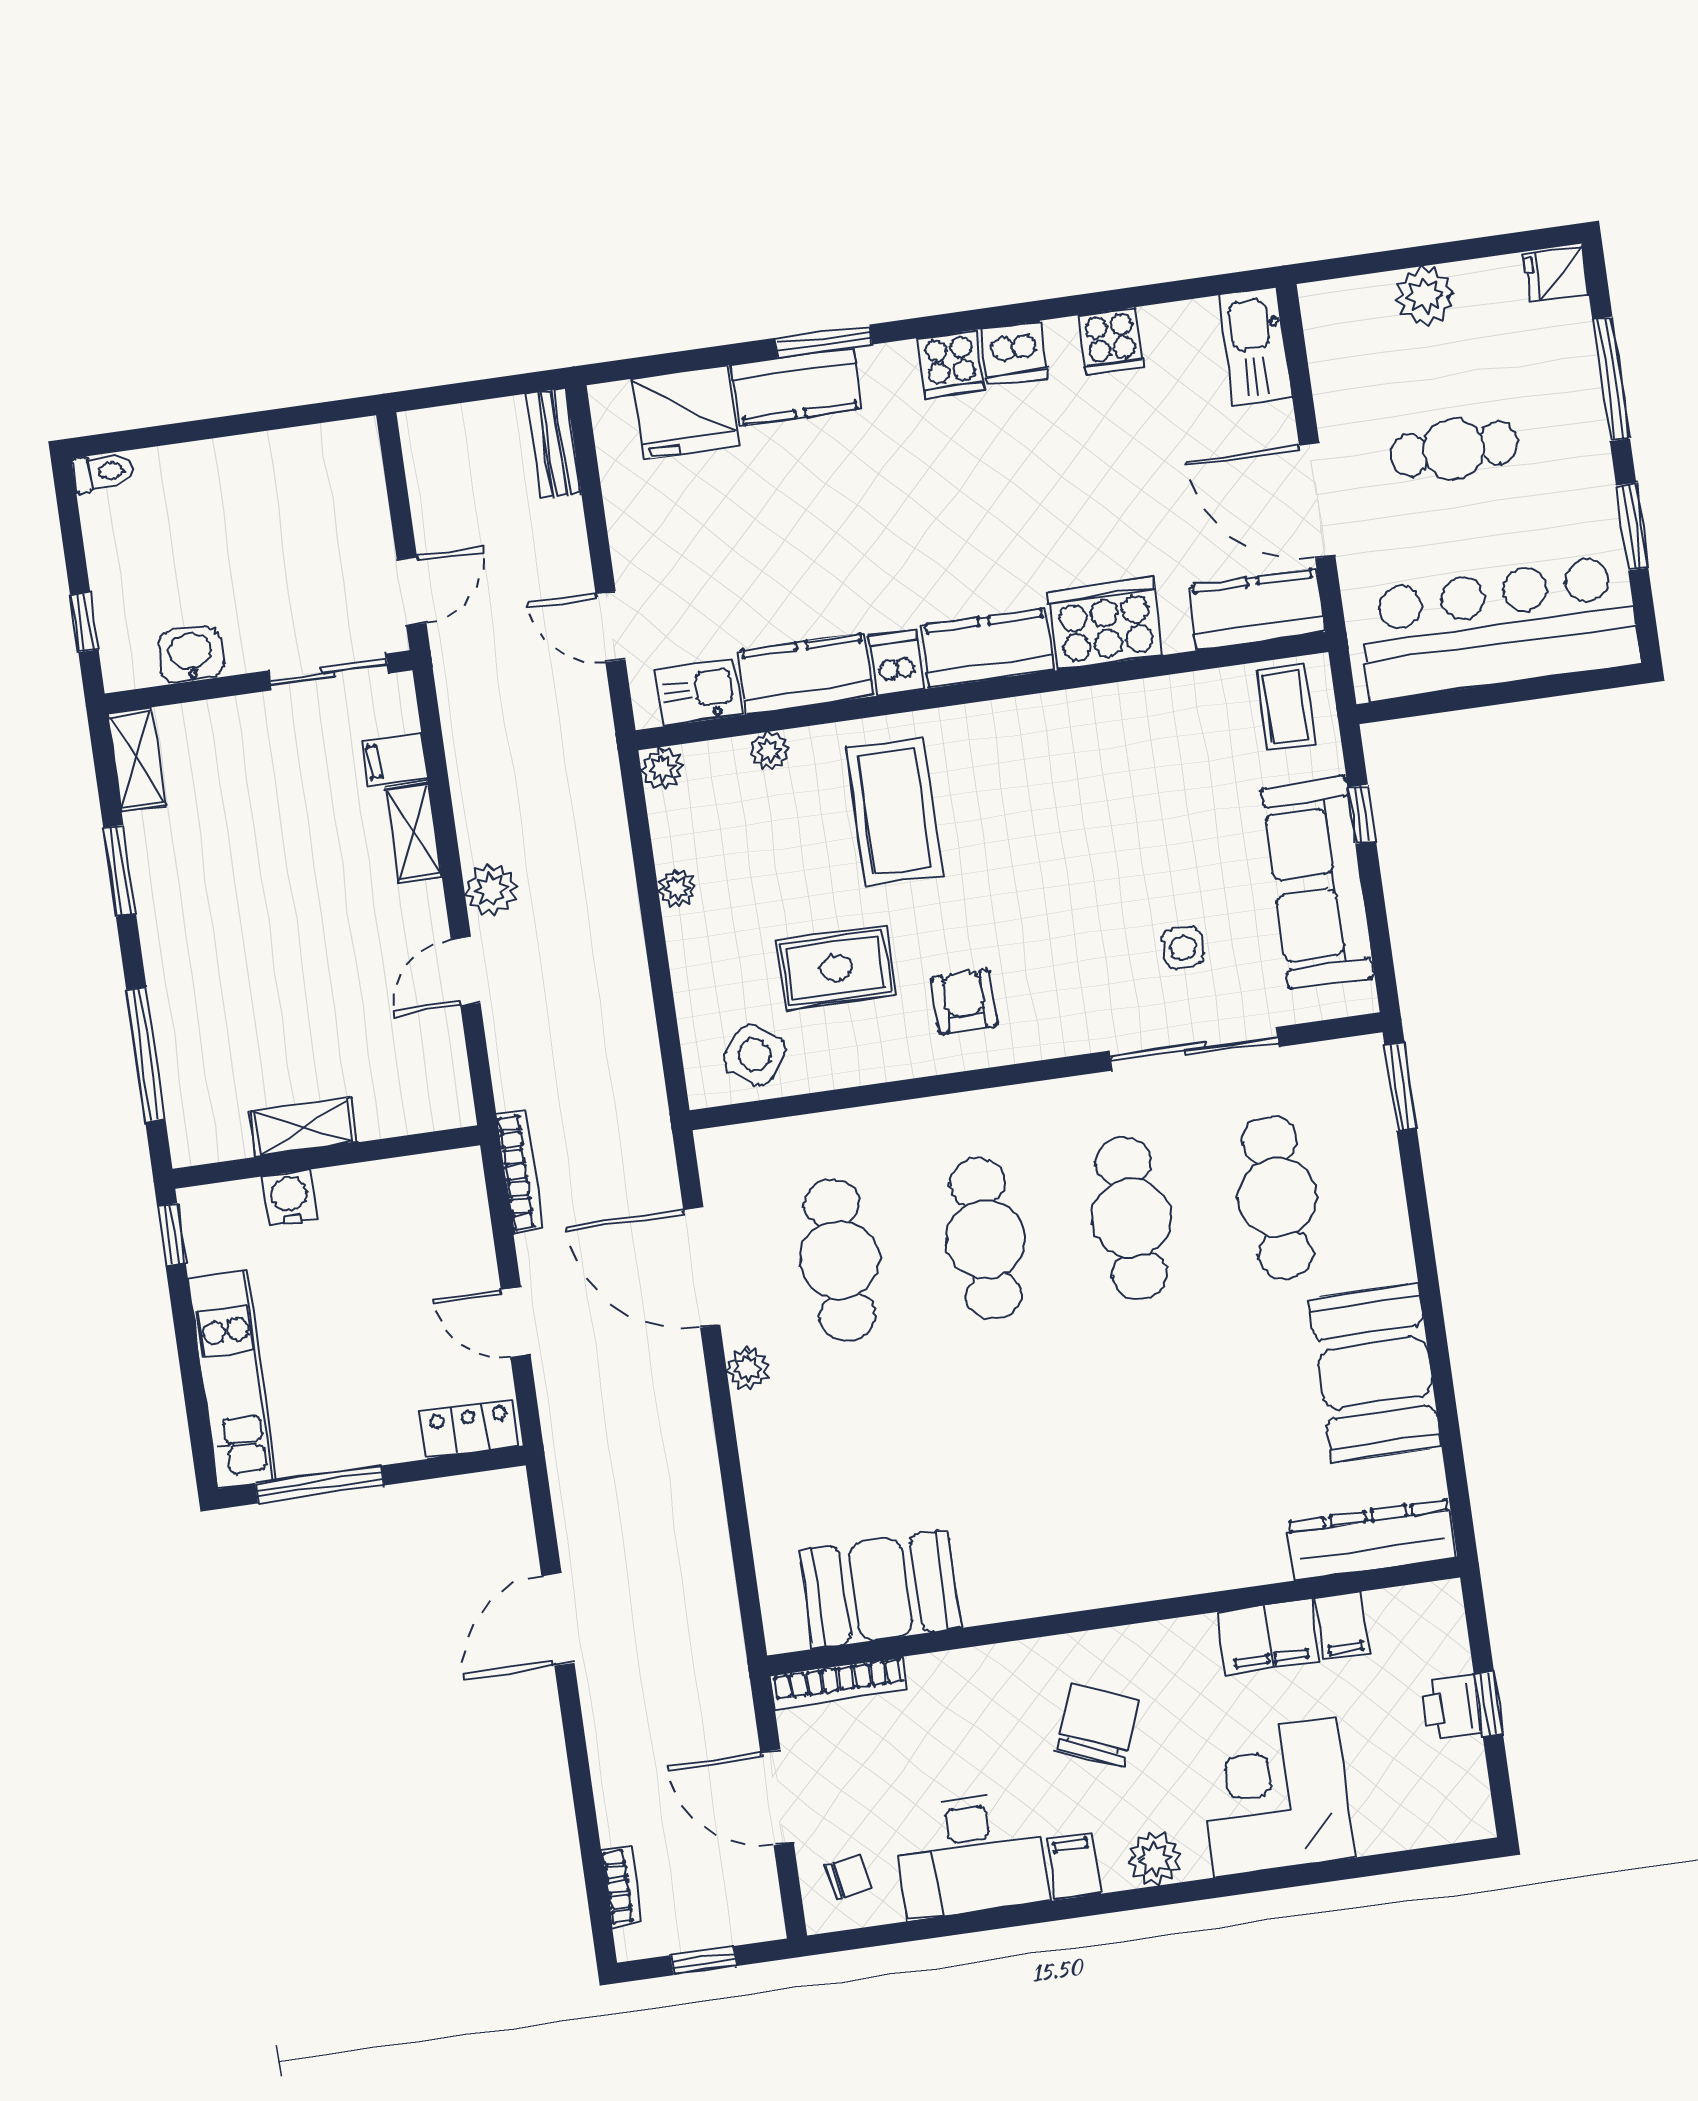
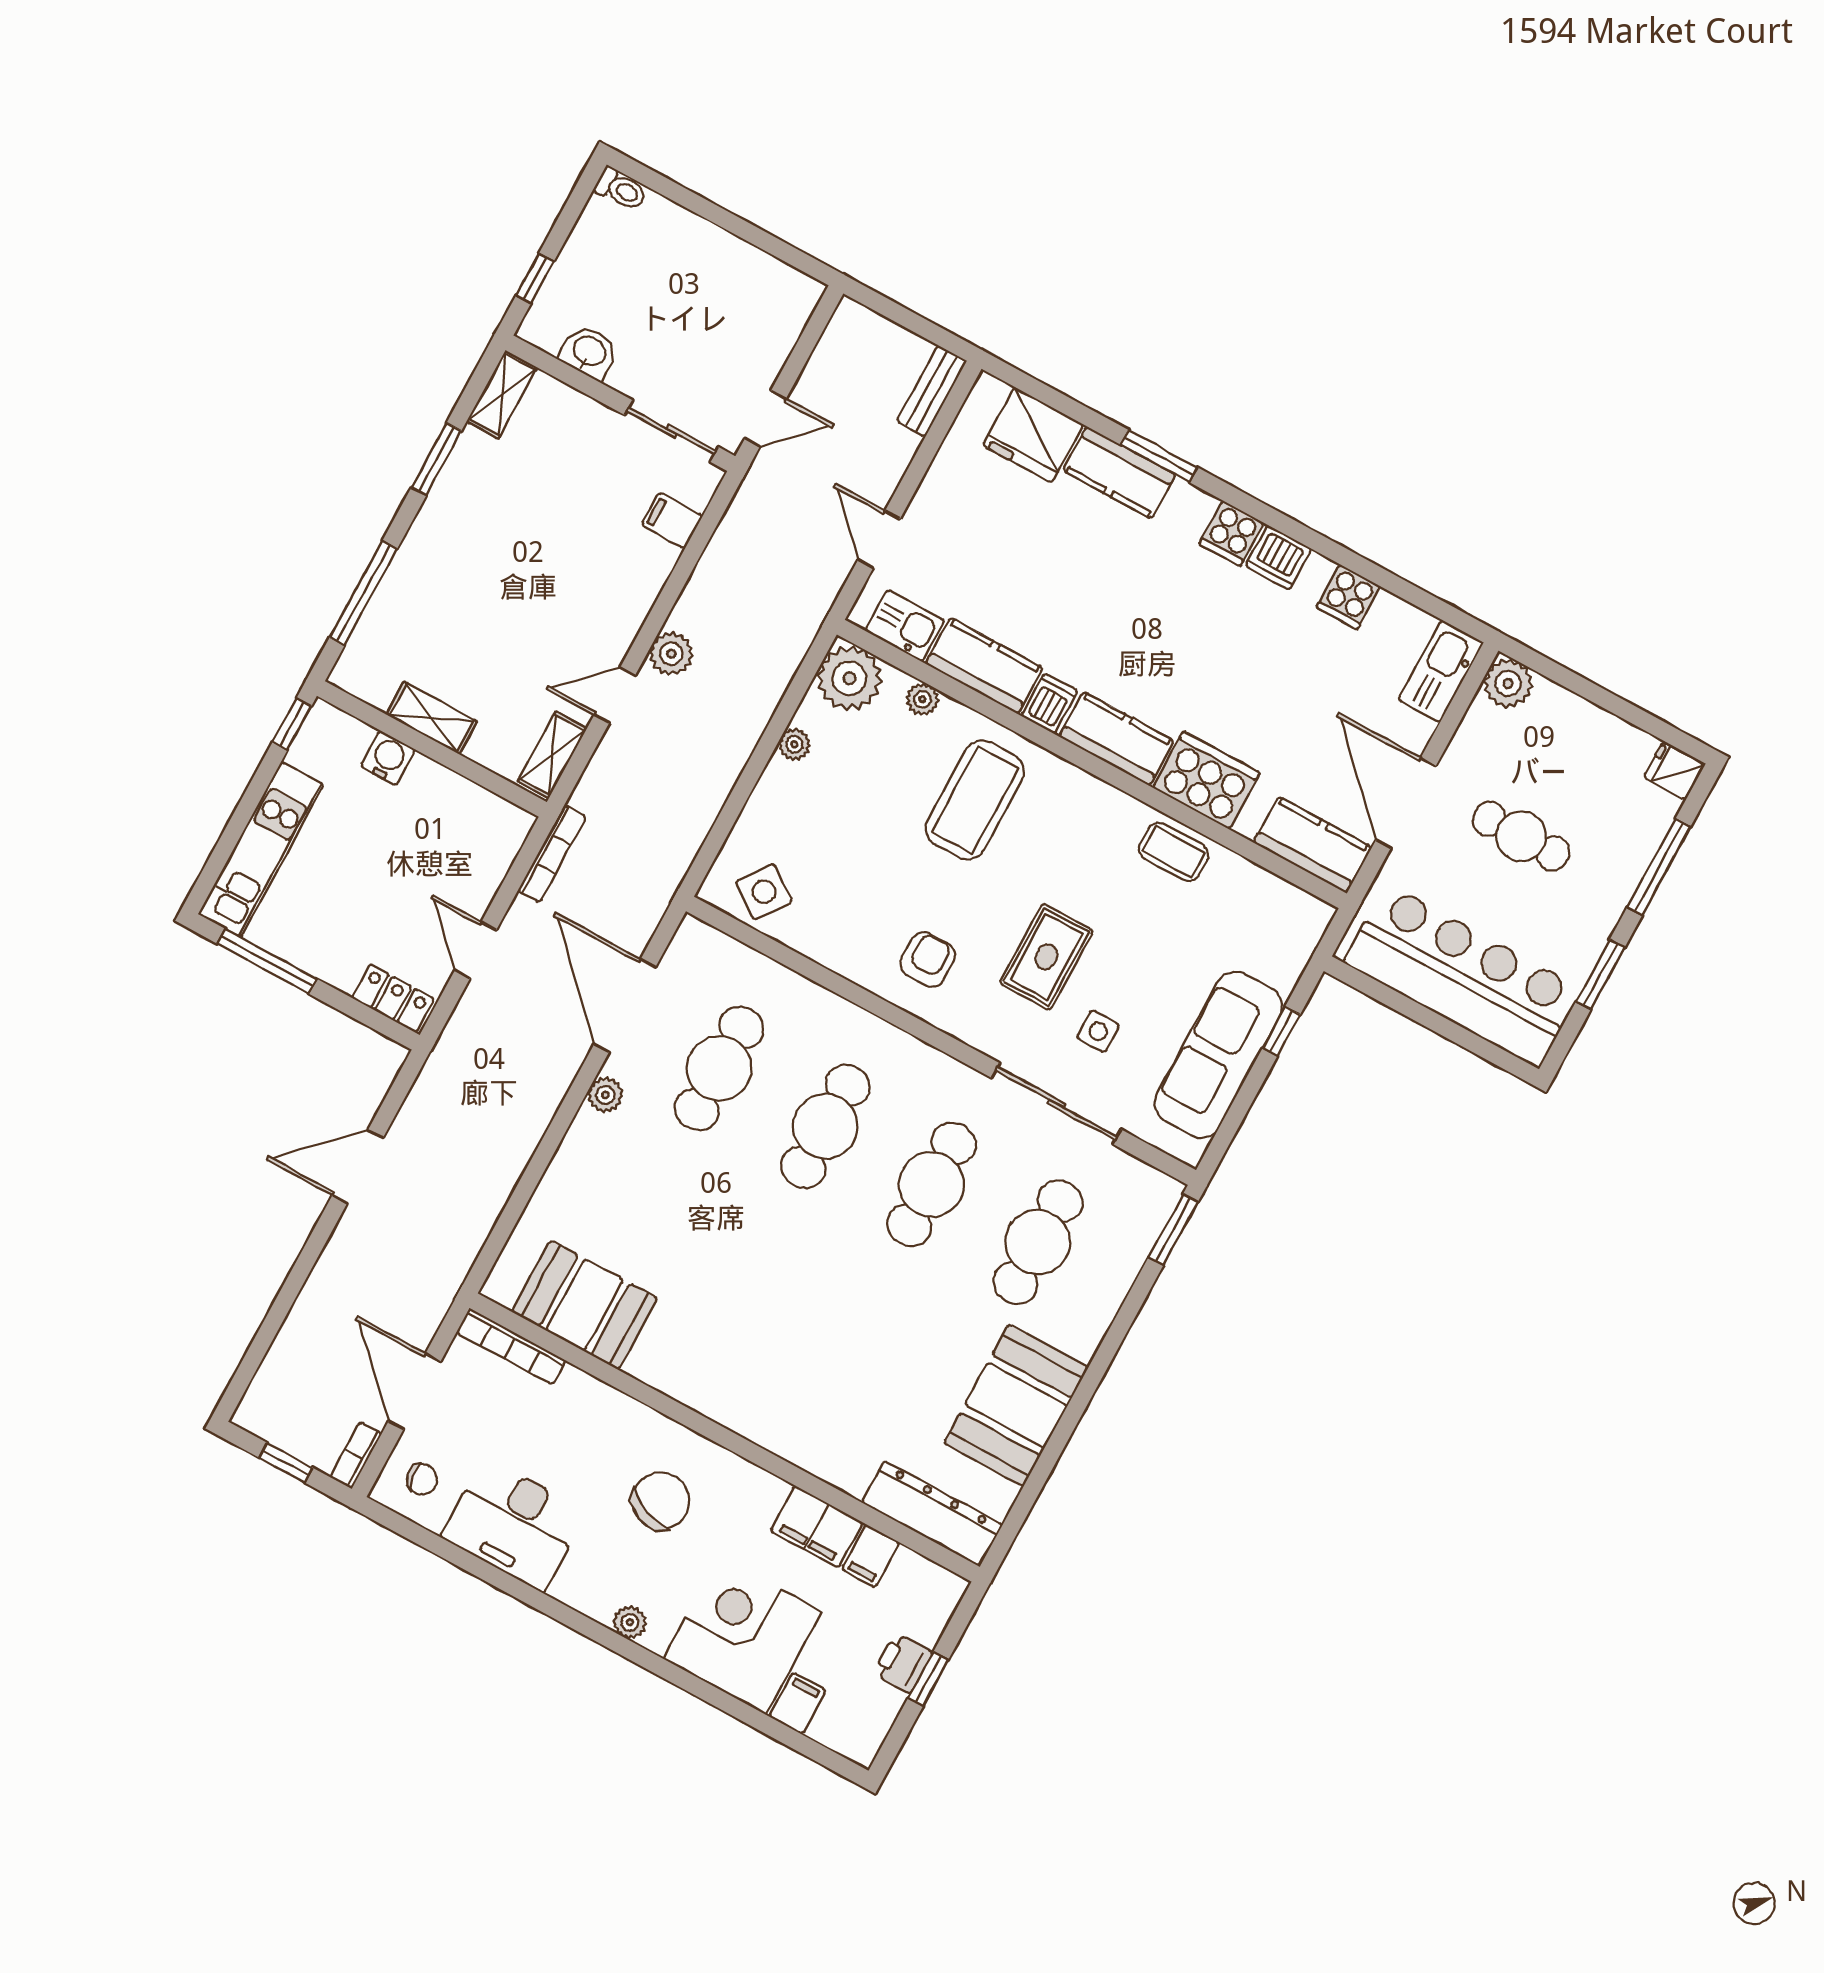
plant: (1425, 296) -> (1508, 683), moved
coffee table: (1285, 707) -> (1174, 852), moved, turned 90
plant: (662, 768) -> (850, 678), width x1.87, depth x1.87
shelving: (414, 832) -> (552, 755), moved
rug: (836, 968) -> (1046, 957), moved, turned 90
plant: (1155, 1859) -> (630, 1622), width x0.73, depth x0.73
filing cabinet: (1073, 1867) -> (797, 1703), moved
bookcase: (622, 1886) -> (356, 1455), moved, turned 180

